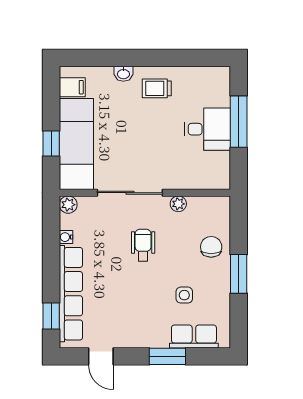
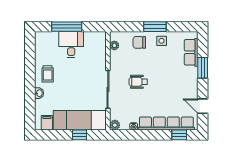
plant: (178, 204) -> (114, 45), moved
side table: (184, 295) -> (162, 41), moved
door: (101, 356) -> (203, 106), swing flipped

